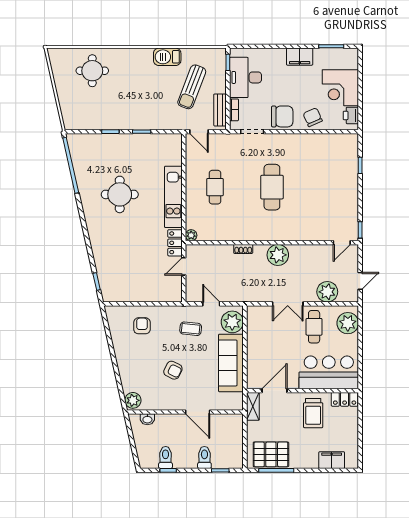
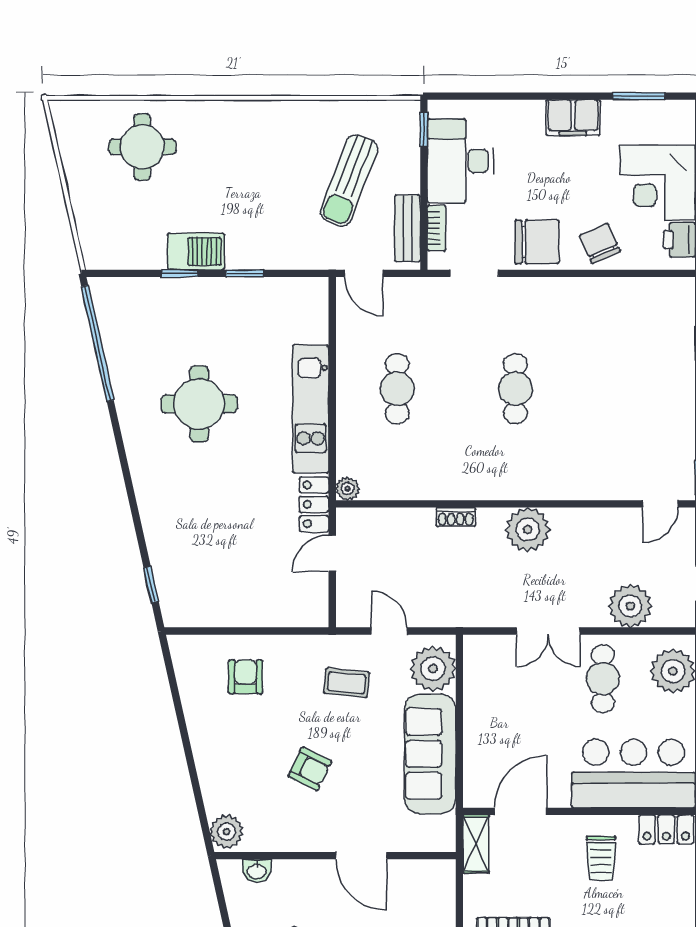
barbecue: (167, 57) -> (196, 251), moved, turned 180
cafe table: (272, 187) -> (515, 389), width x0.73, depth x0.74
trolley: (313, 413) -> (601, 858), width x0.73, depth x0.72

